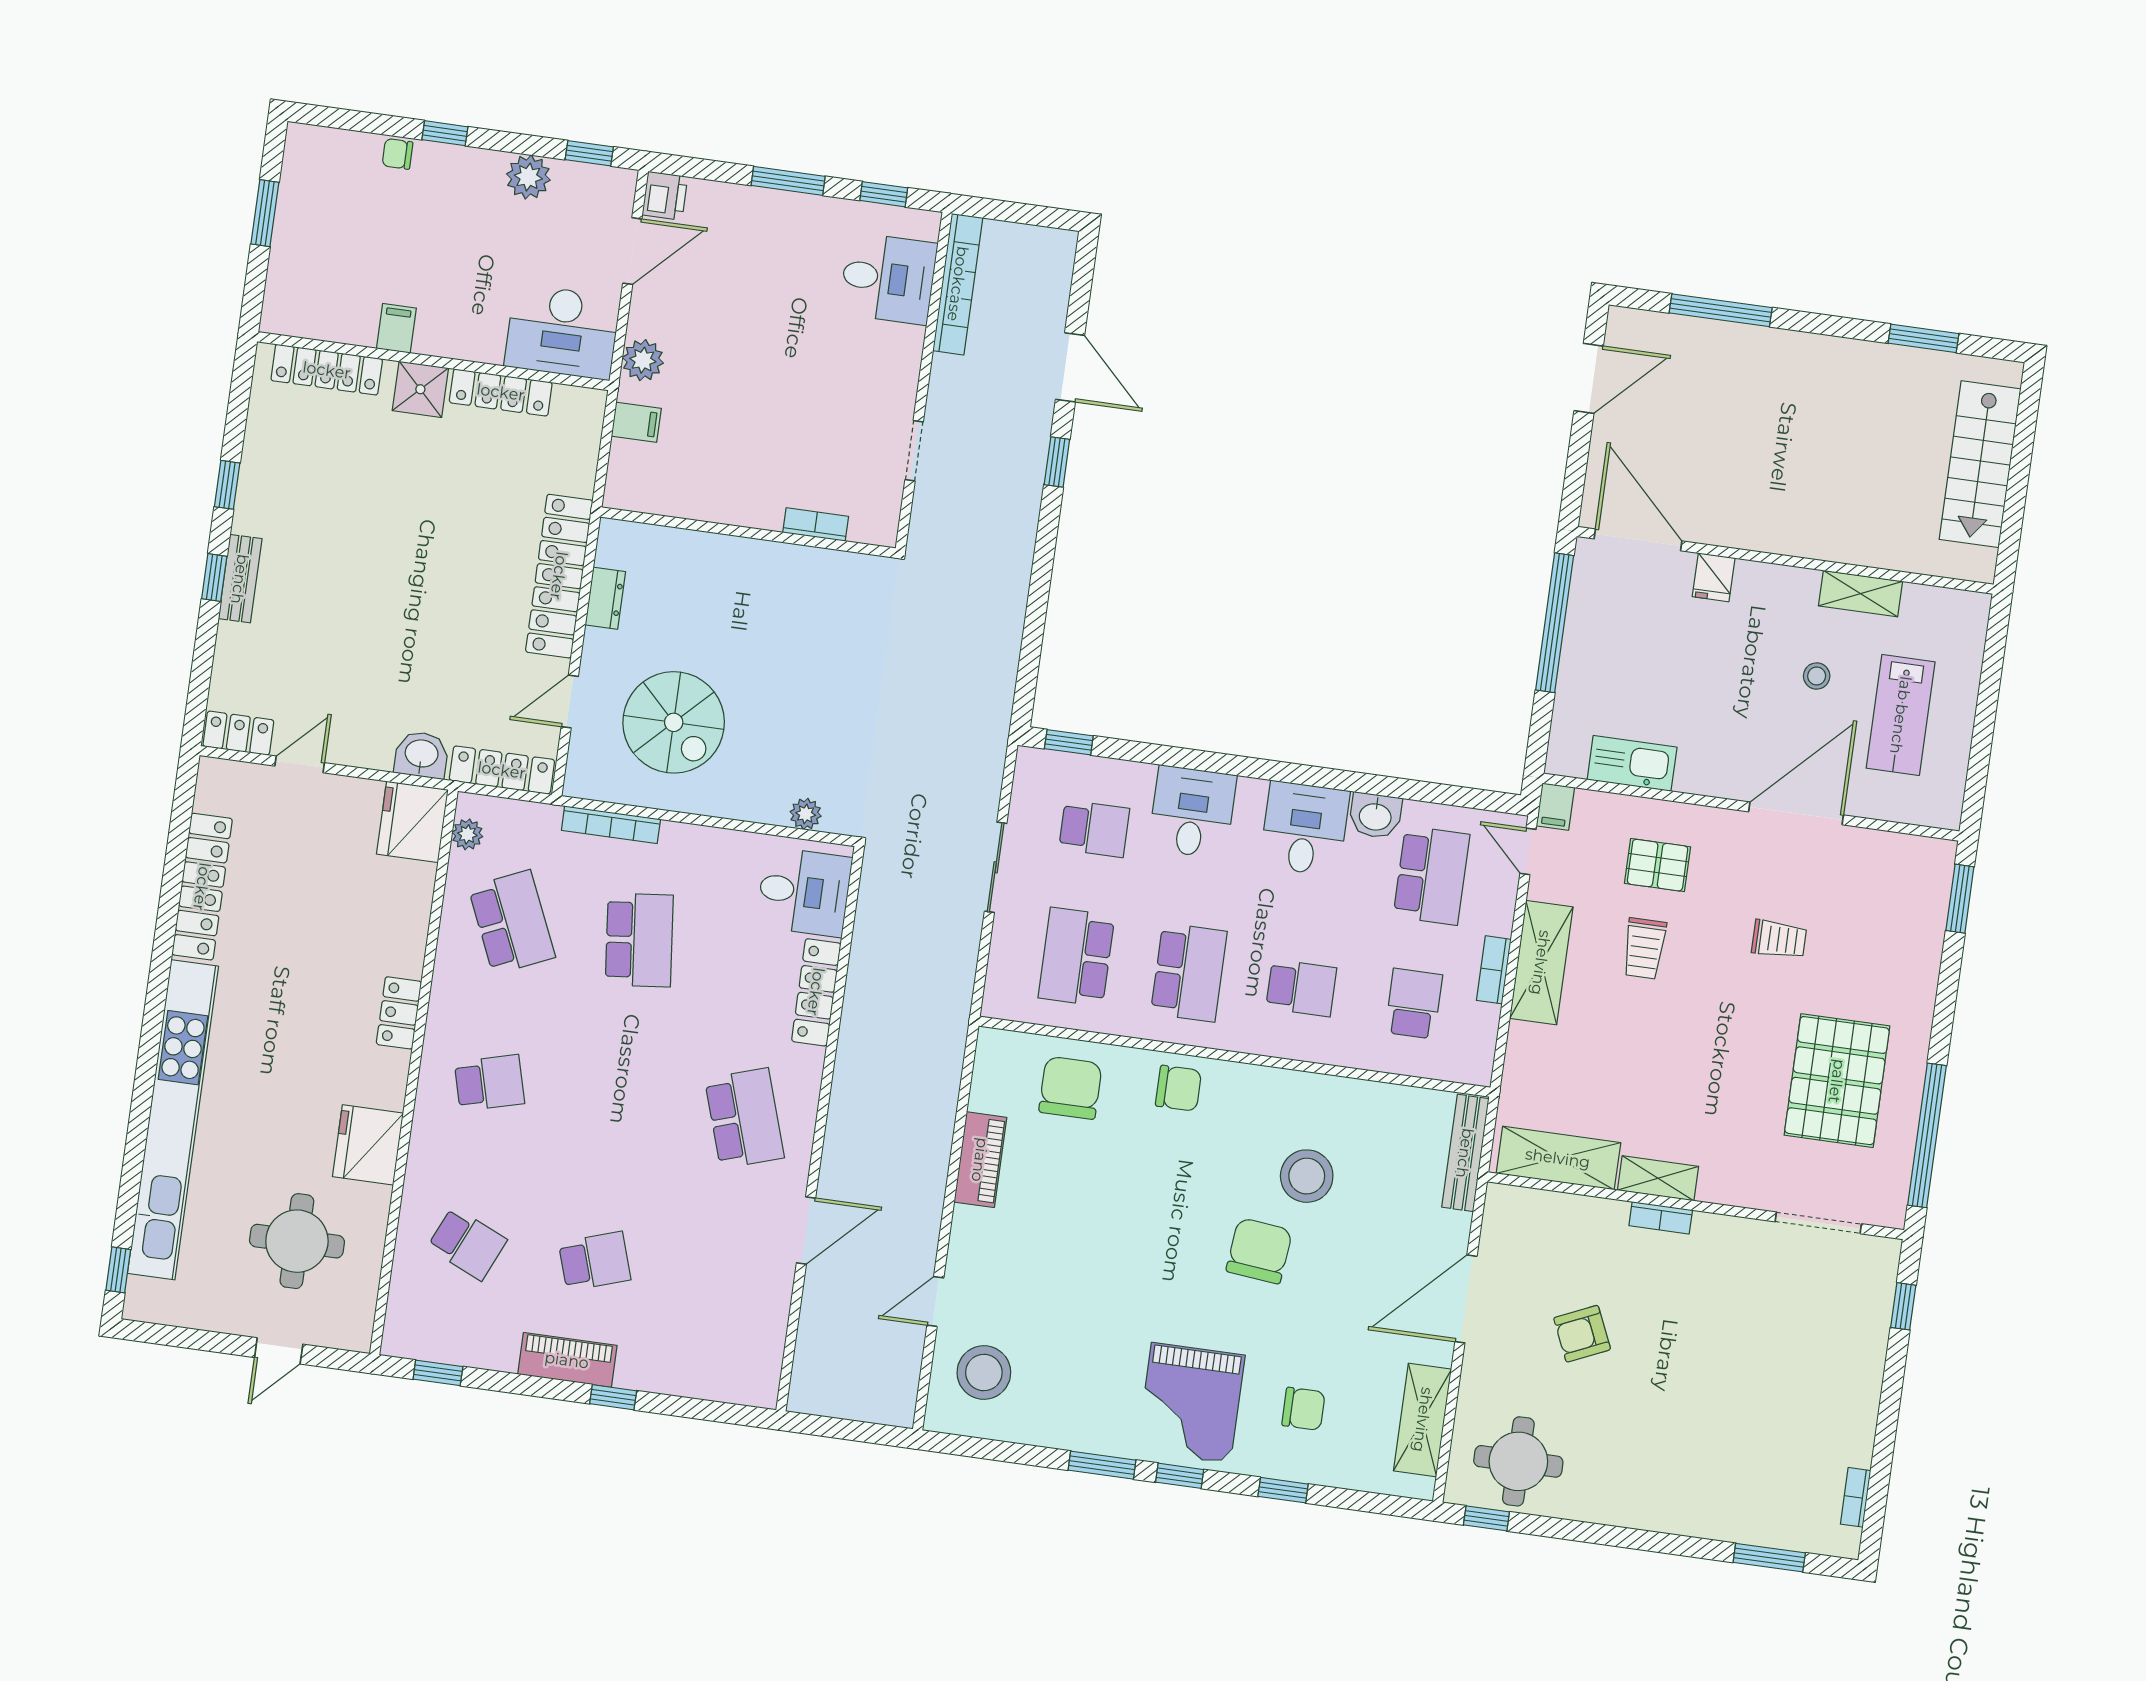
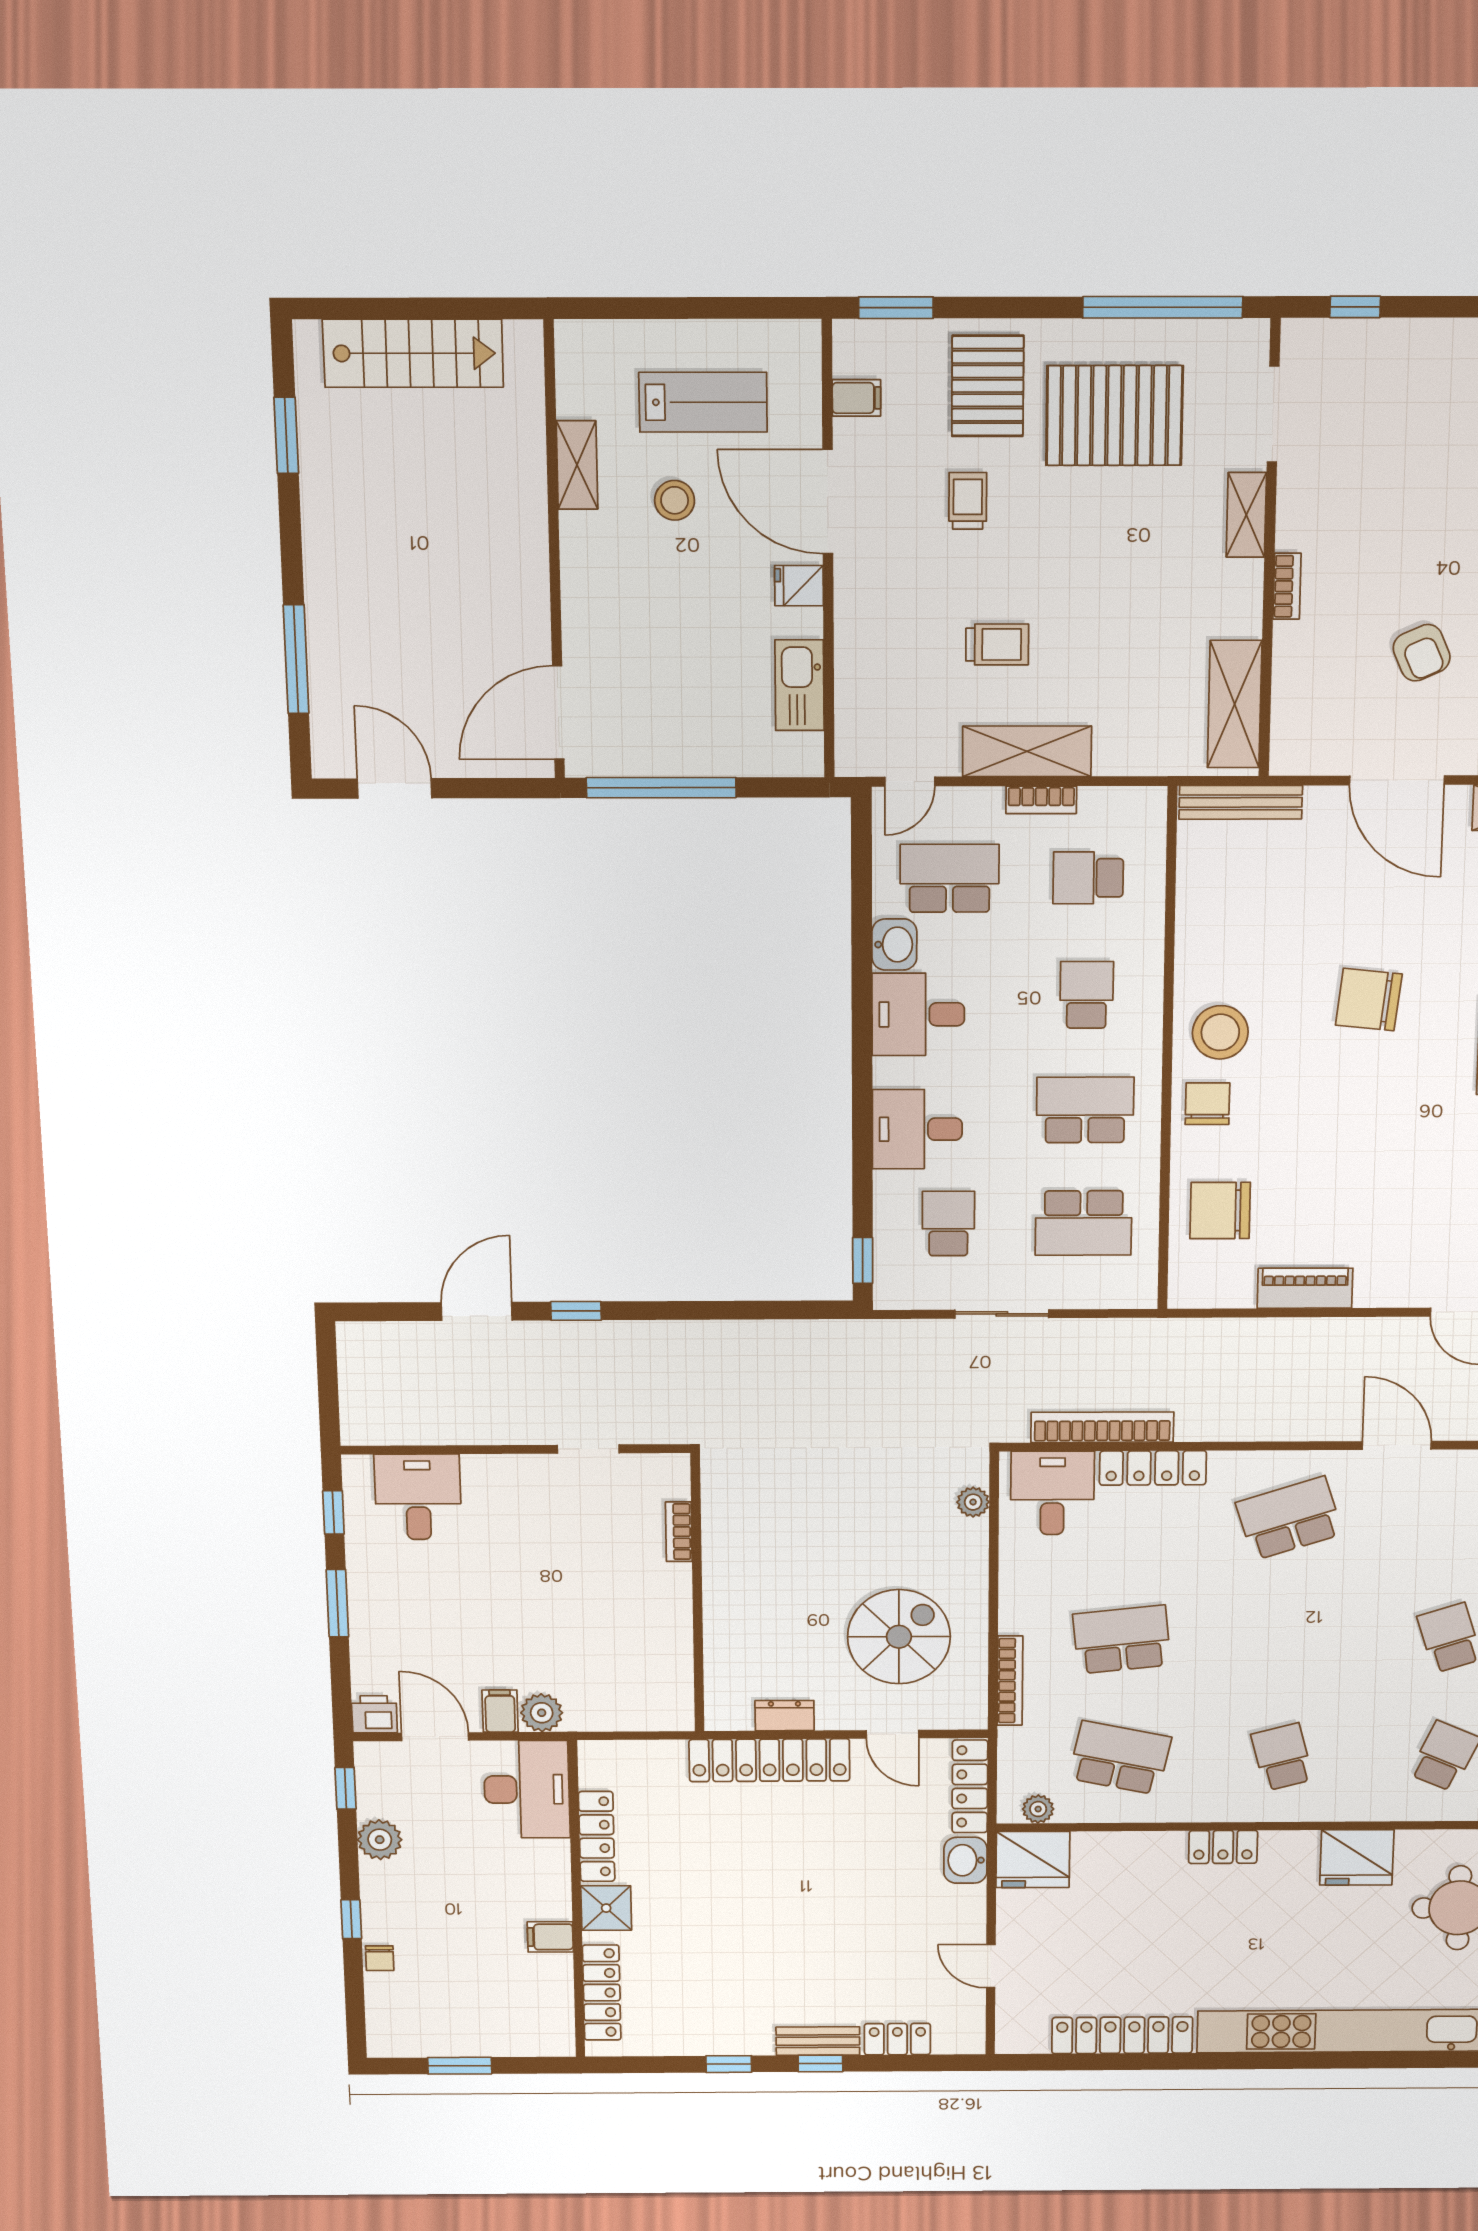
bookcase: (958, 284) -> (1102, 1427), moved
filing cabinet: (636, 422) -> (500, 1711), moved
fridge: (1714, 577) -> (799, 586), moved, turned 180
stool: (1817, 676) -> (675, 500), width x1.37, depth x1.37
locker: (238, 733) -> (897, 2039), moved, turned 90
filing cabinet: (1555, 807) -> (856, 398), moved
pallet: (1658, 865) -> (988, 386), moved, width x1.50, depth x1.42
school desk: (512, 922) -> (1120, 1758), turned 36
stool: (1307, 1176) -> (1220, 1032), moved
shelving: (1658, 1178) -> (1246, 515), moved

